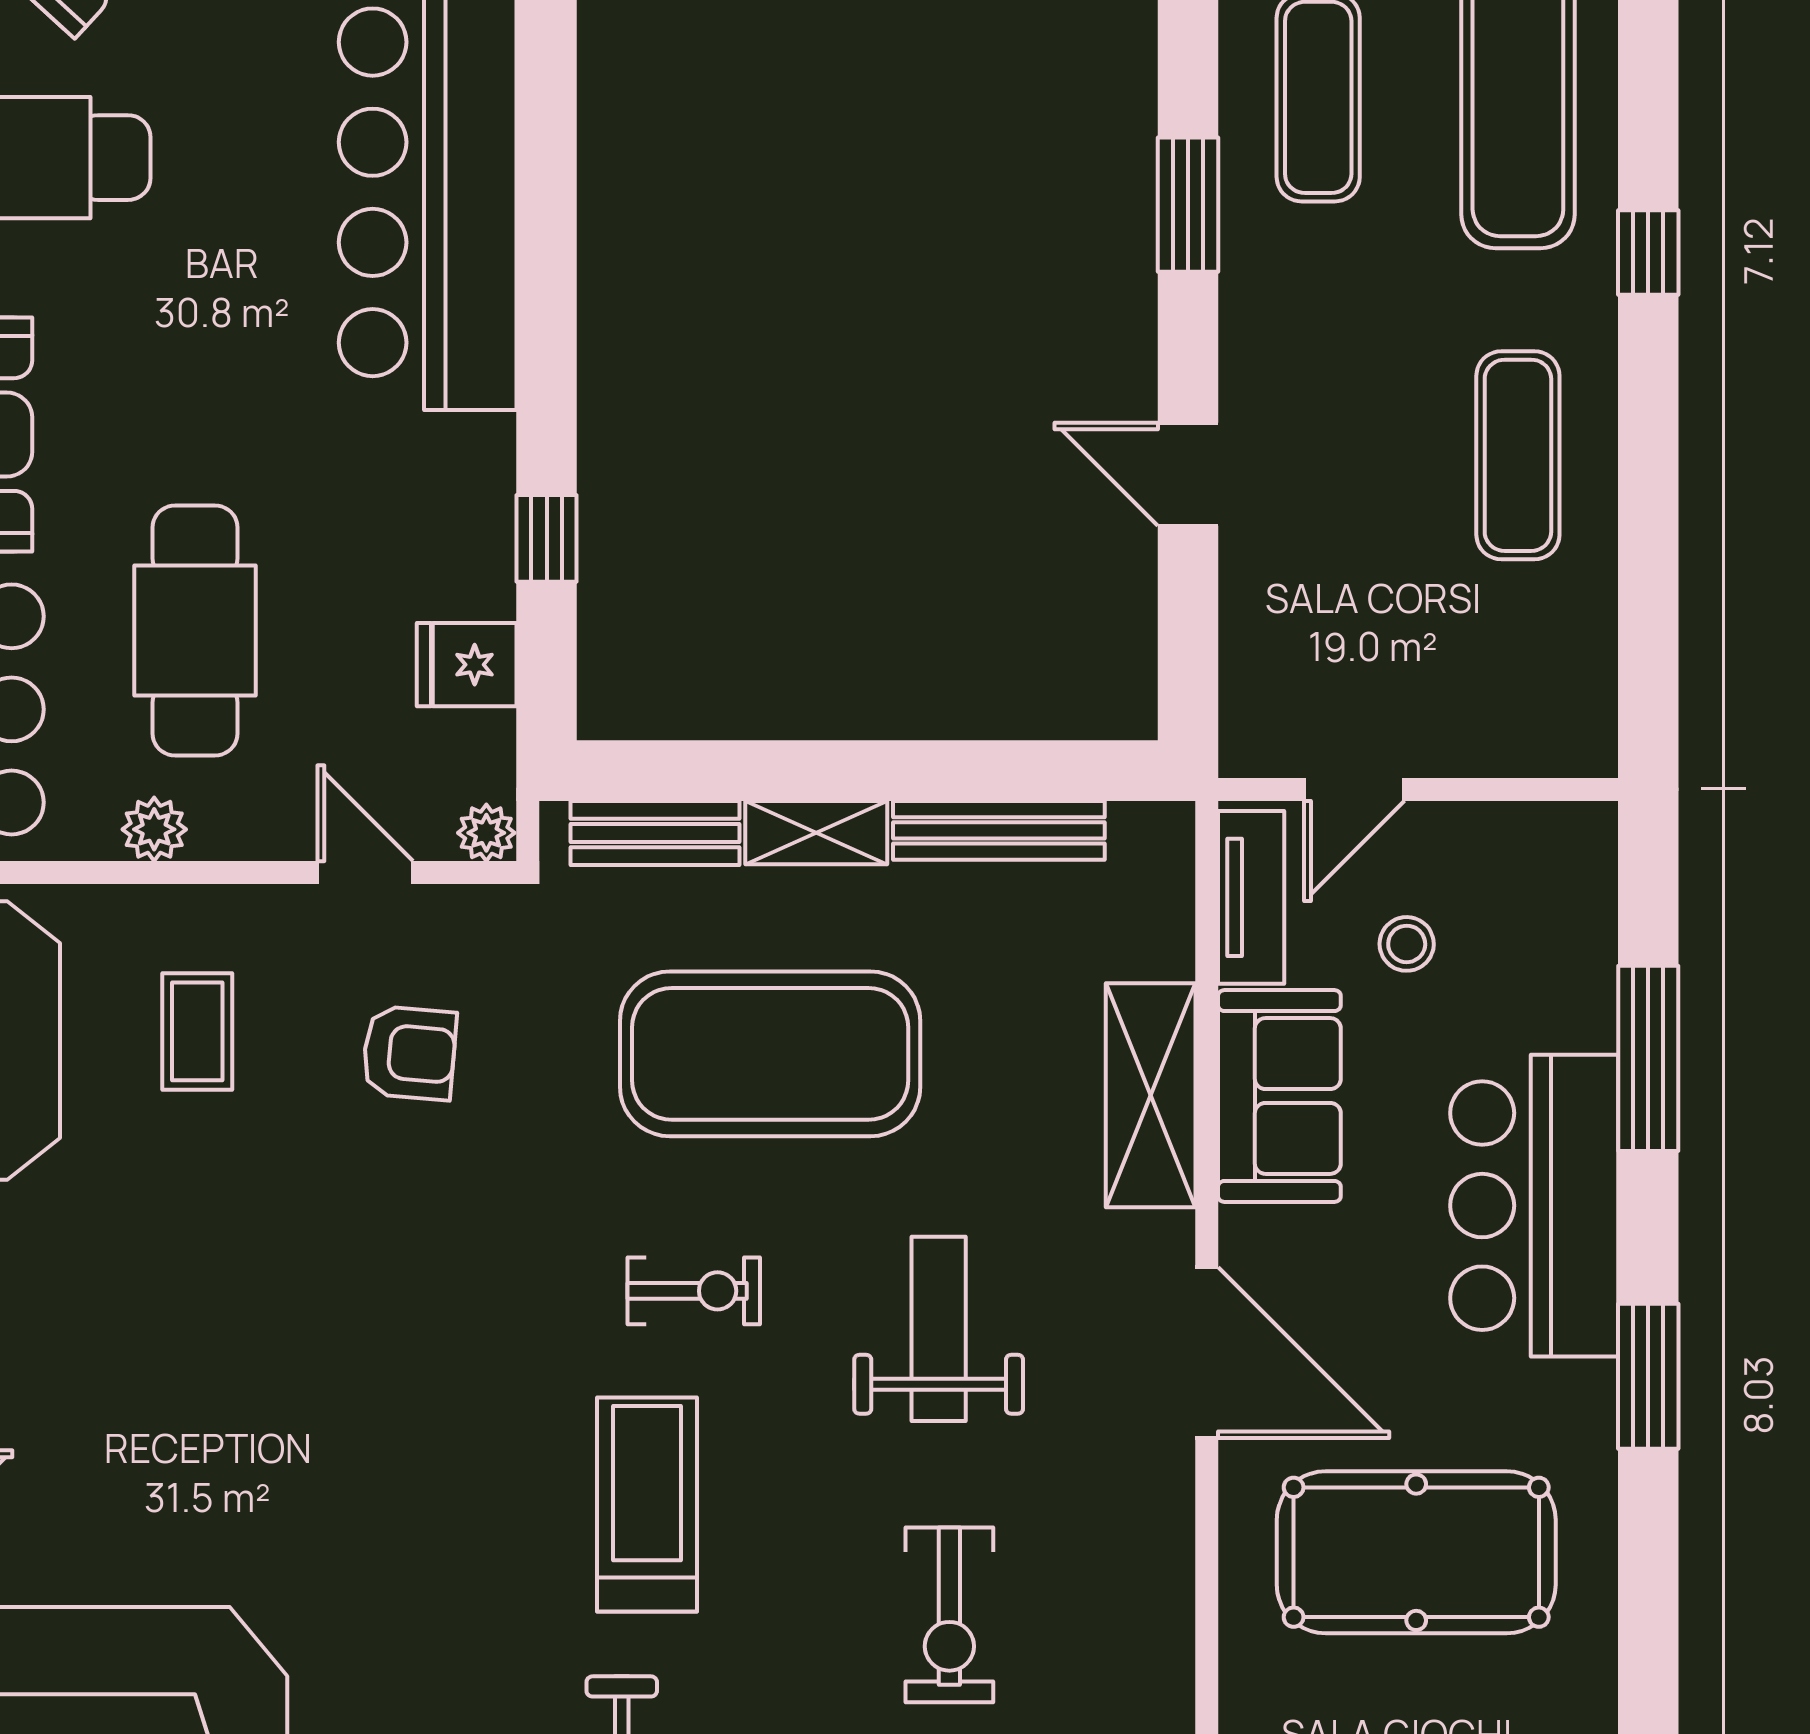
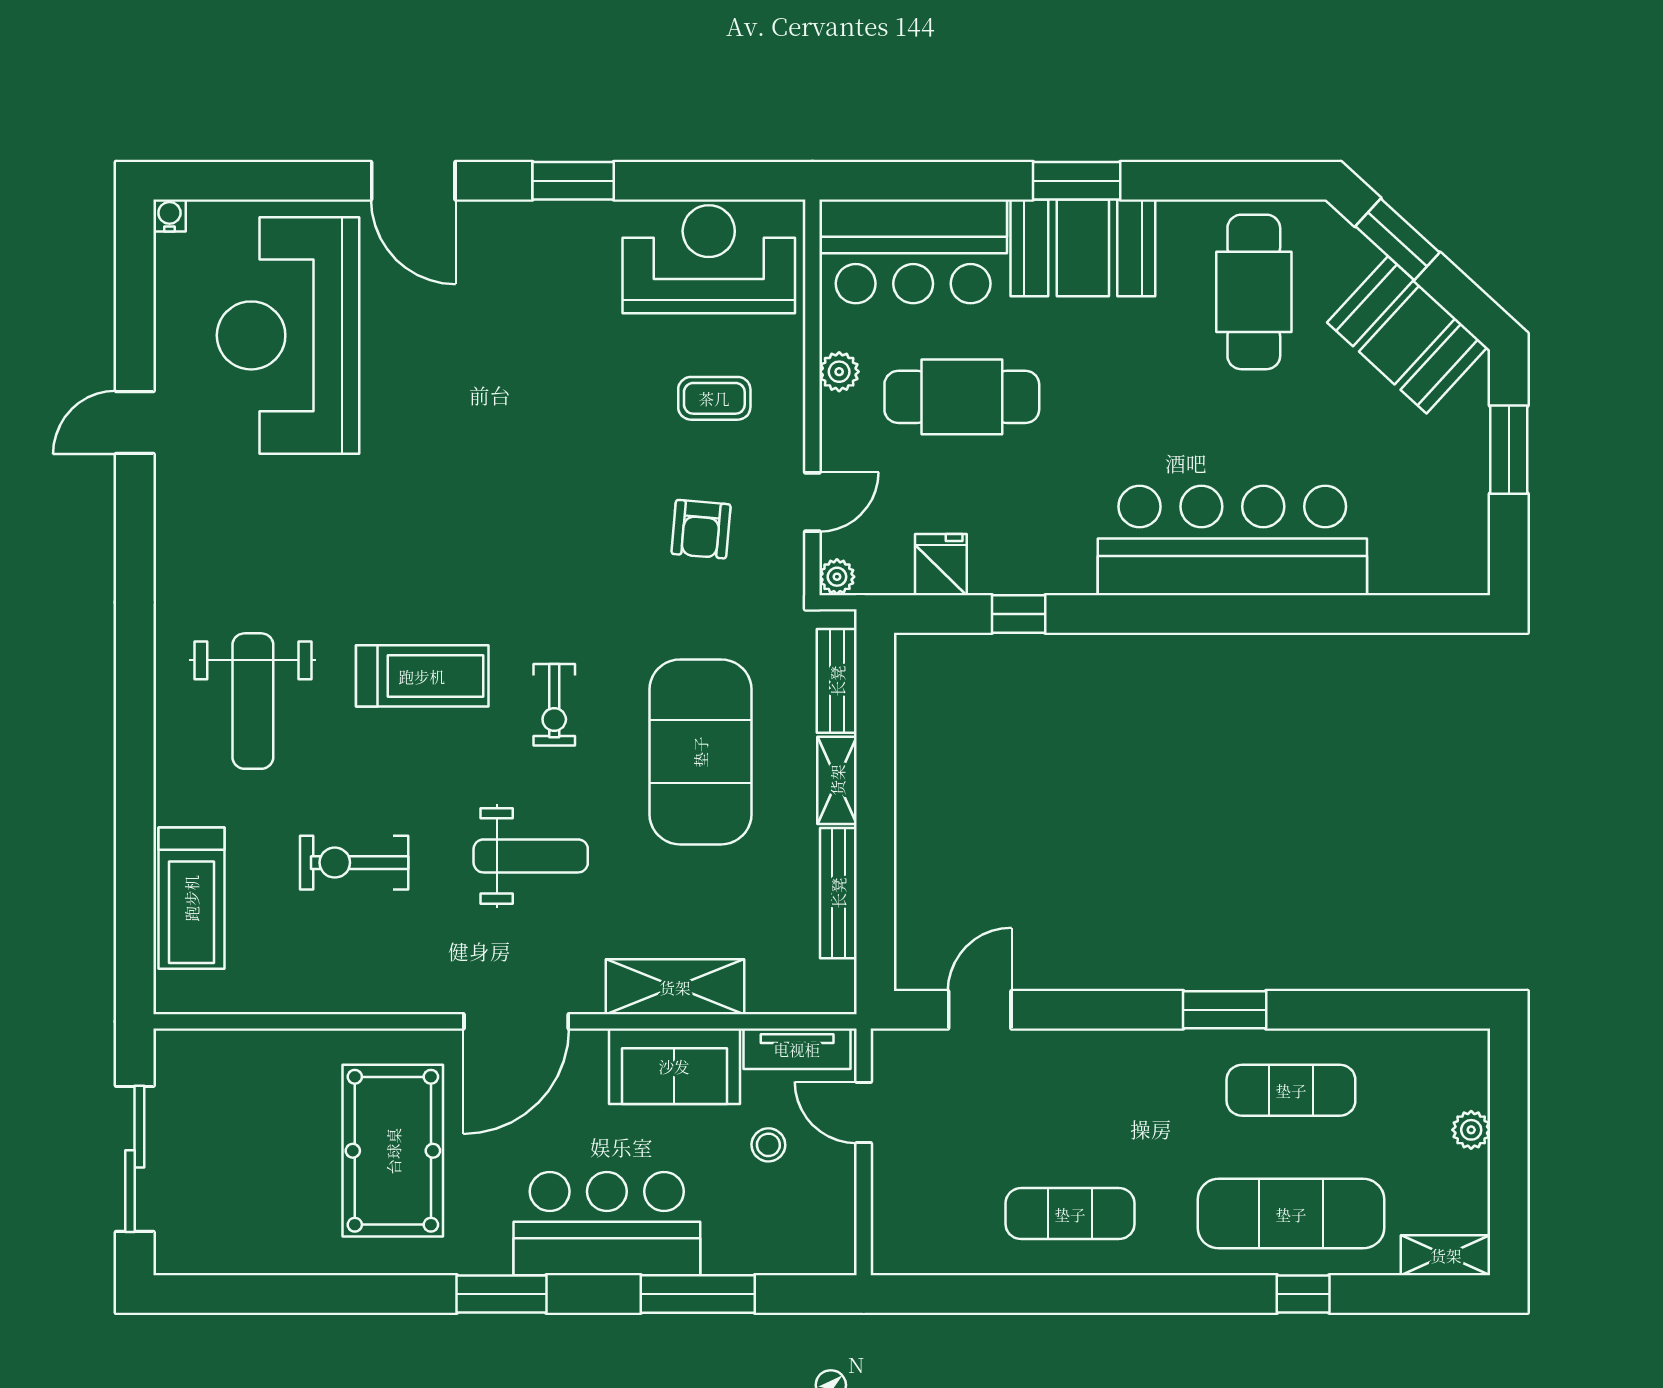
window: (1648, 253) -> (1303, 1294), moved
door: (1188, 474) -> (980, 1010), moved

